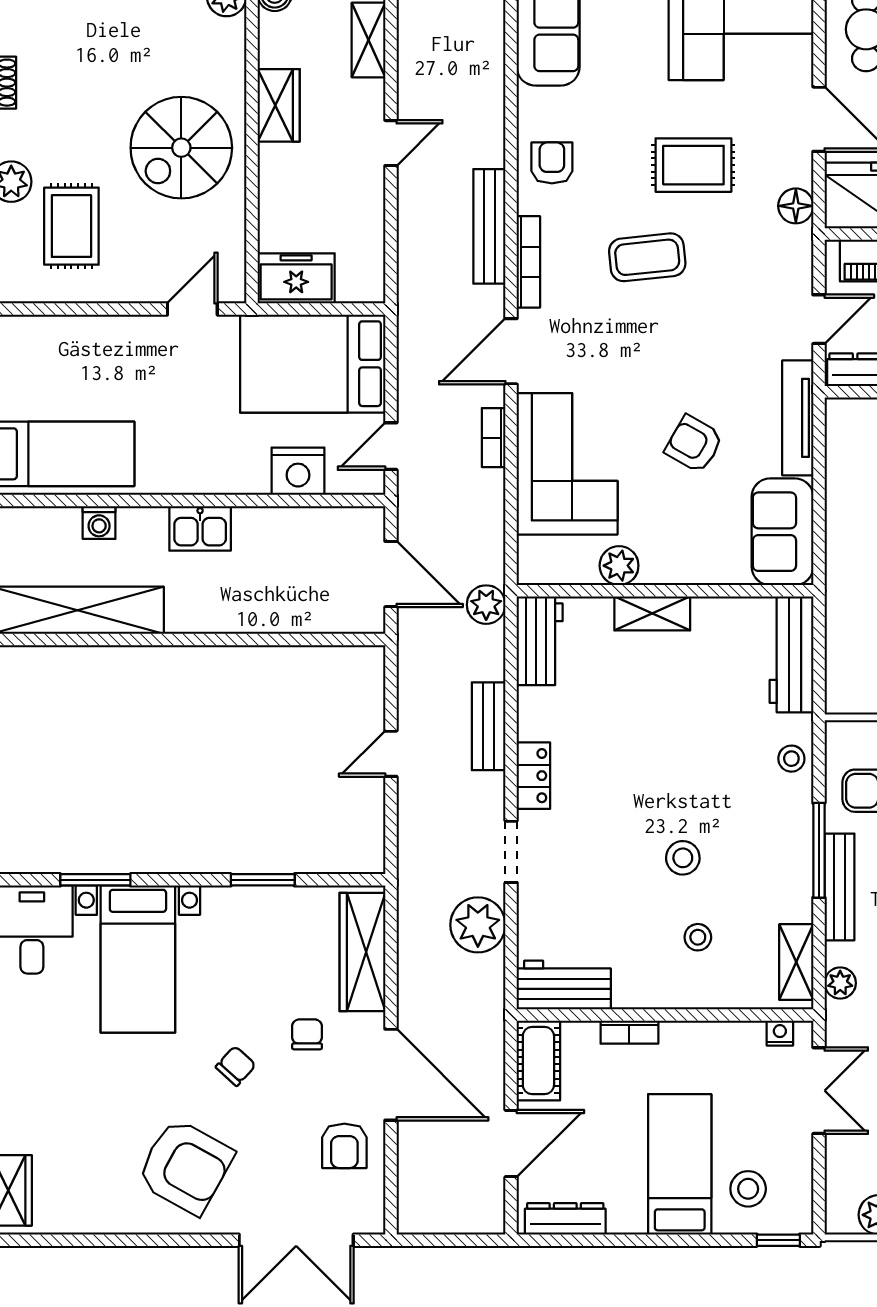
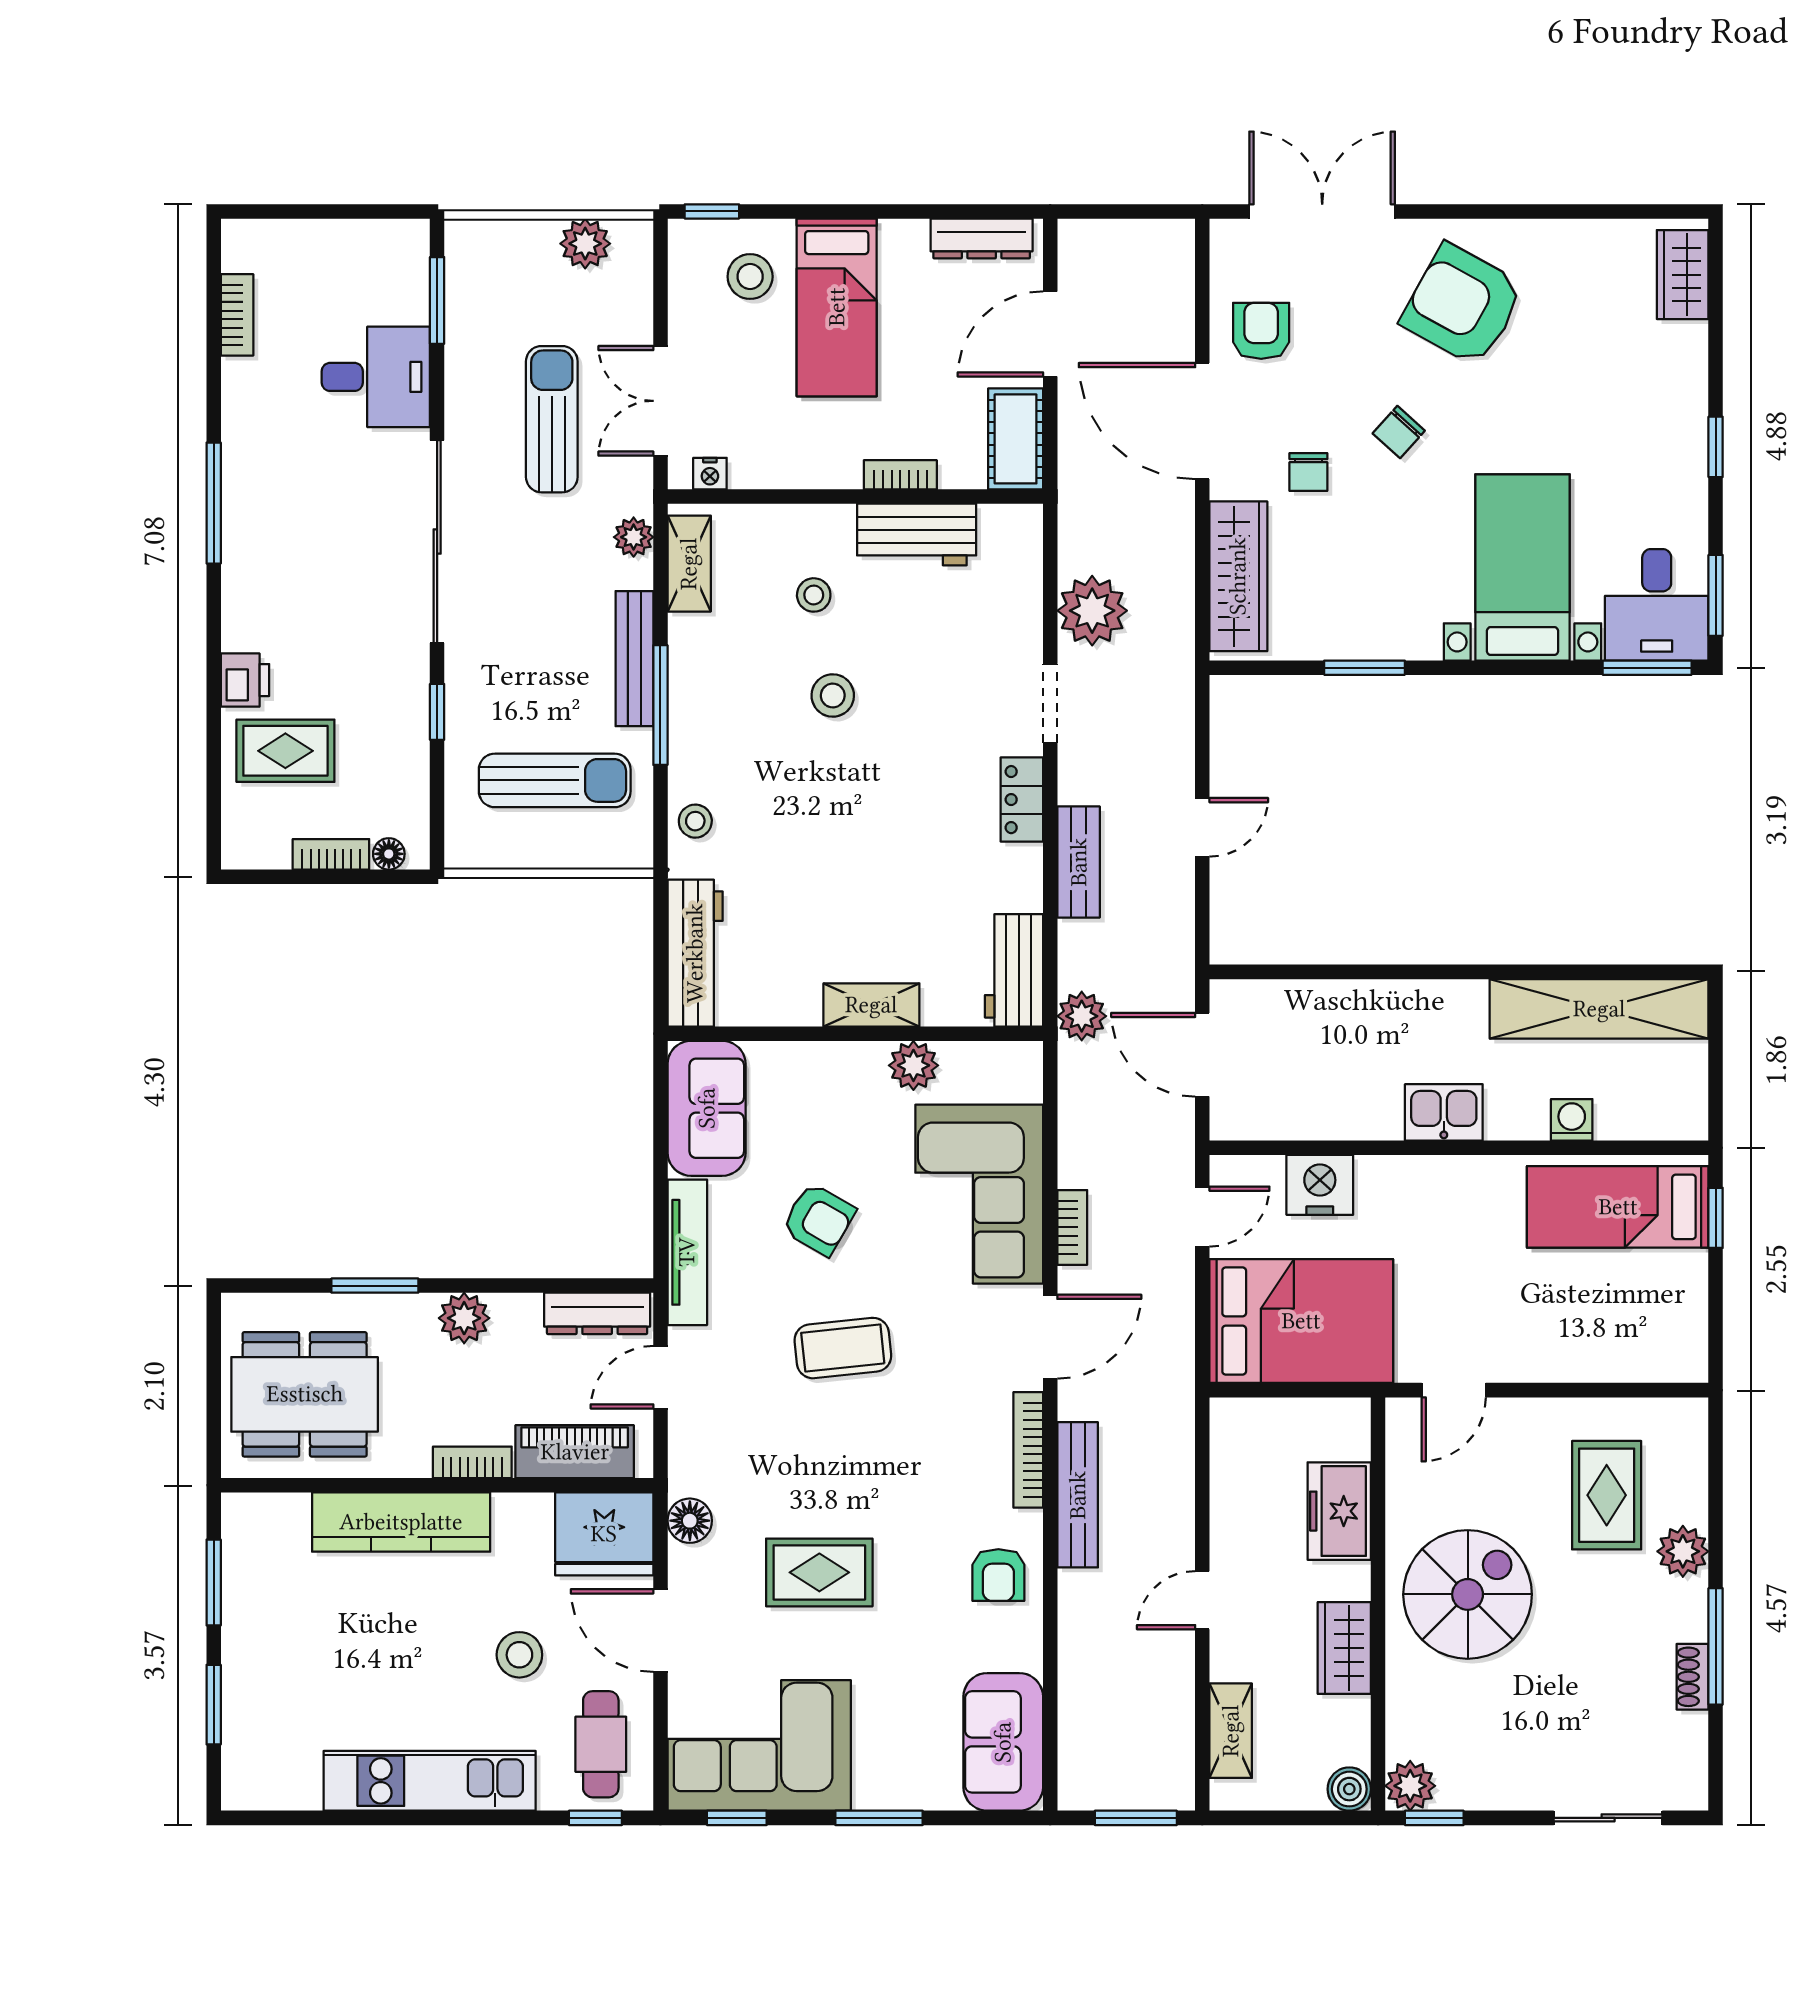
coffee table: (647, 257) -> (843, 1348), moved
freezer: (296, 278) -> (1339, 1511), moved, turned 90
window: (95, 880) -> (1647, 668), moved
workbench: (564, 985) -> (917, 535), moved

